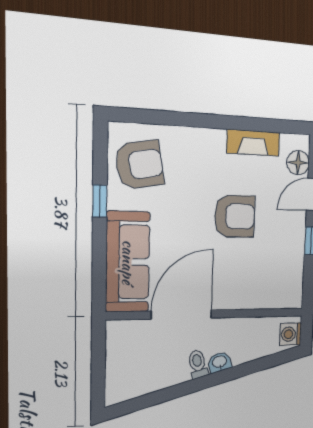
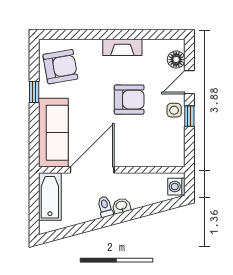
fireplace: (253, 143) -> (122, 47), moved
side table: (292, 232) -> (174, 110), added
bathtub: (121, 353) -> (50, 197), added

